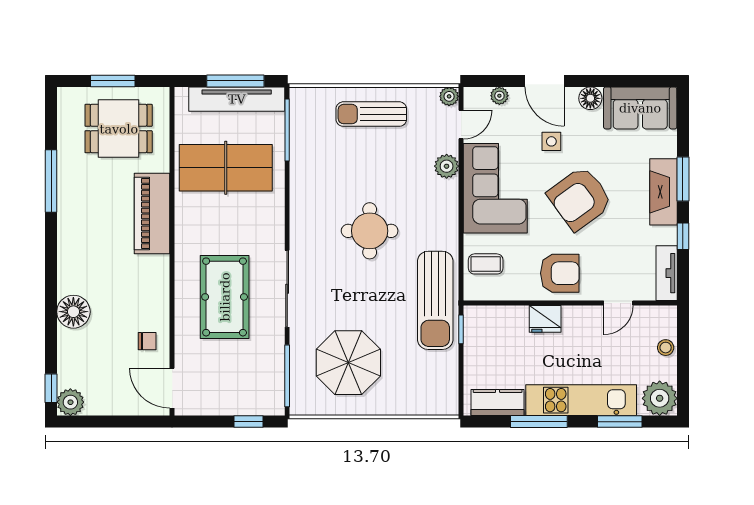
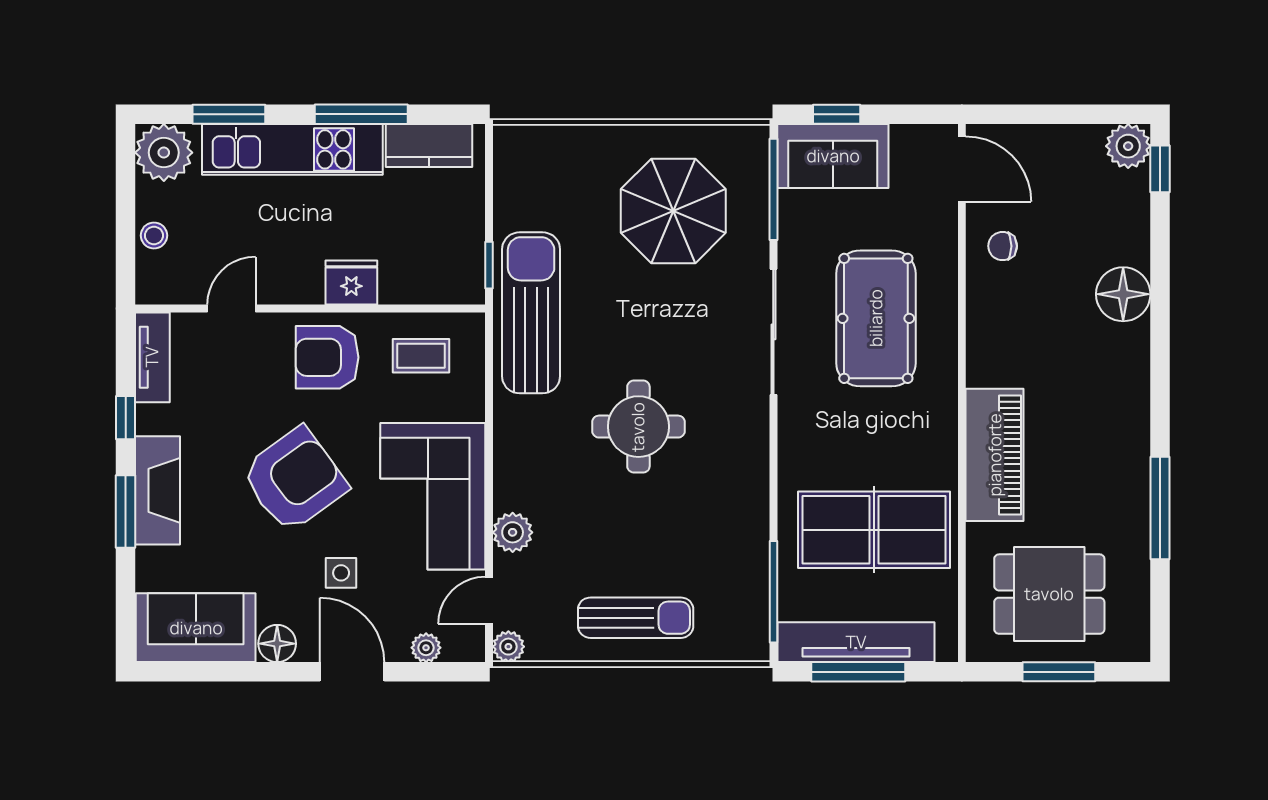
coffee table: (486, 264) -> (421, 356), moved
sofa: (251, 396) -> (833, 156), added

